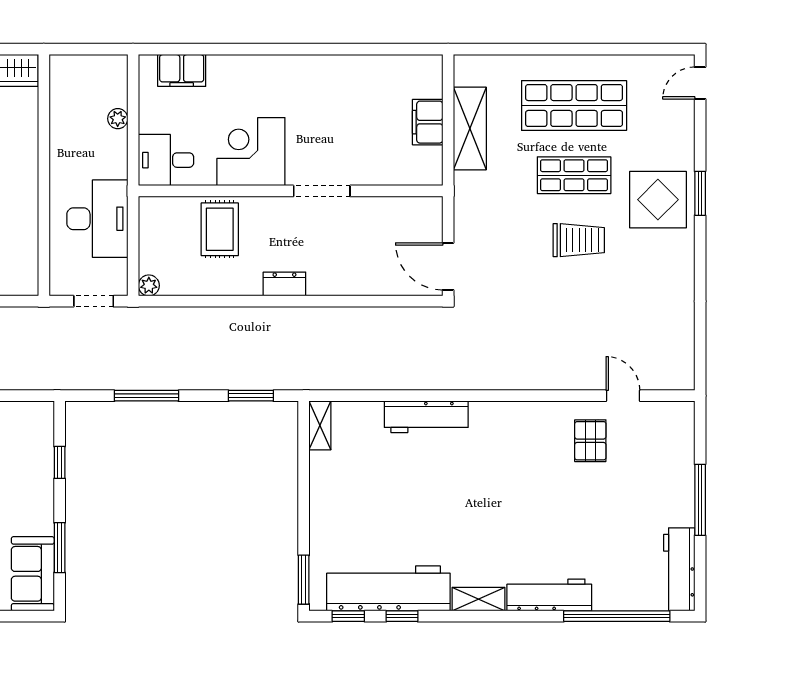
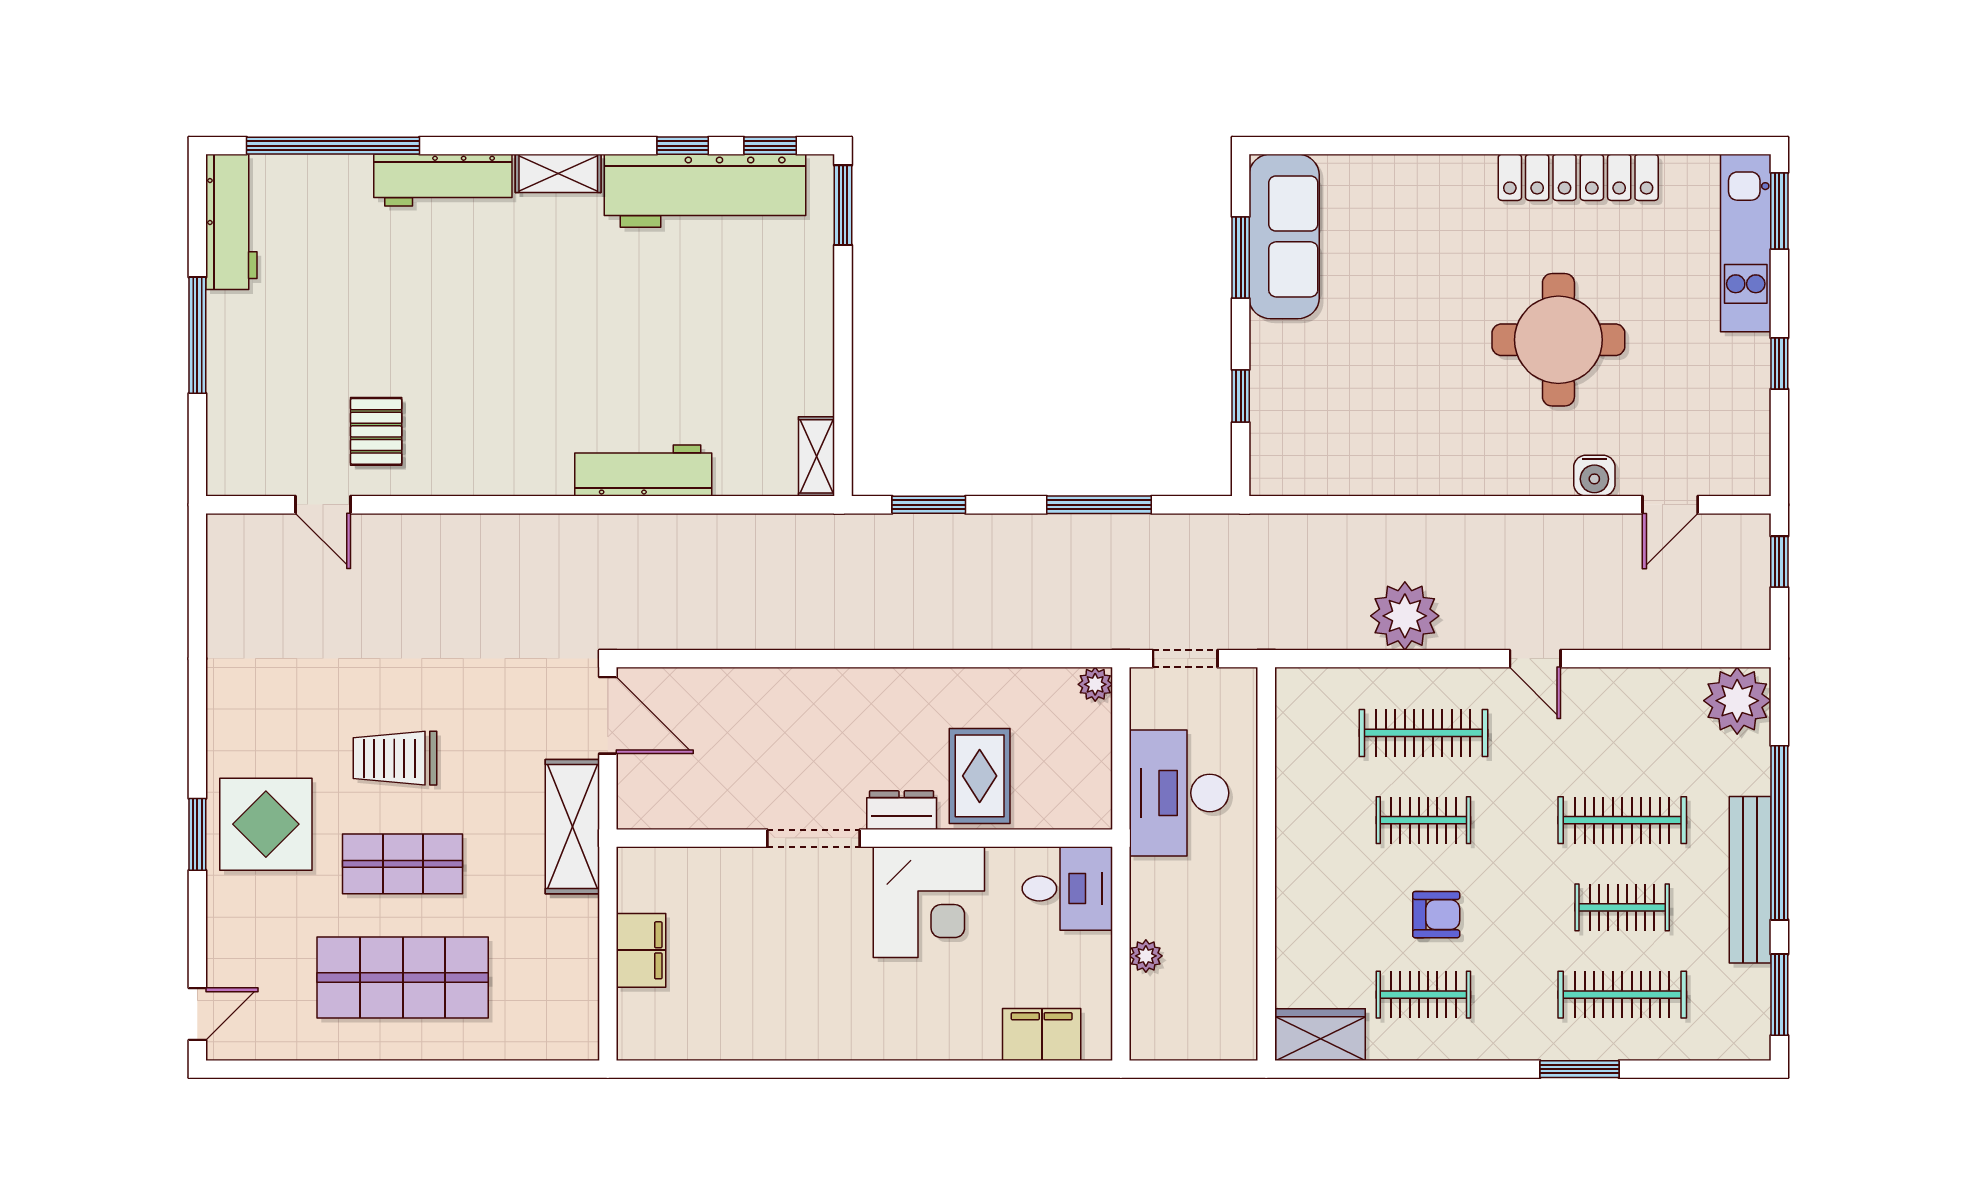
shelving: (470, 128) -> (572, 827), moved
dresser: (284, 284) -> (902, 810), moved, turned 180
sofa: (33, 574) -> (1284, 236), width x1.36

